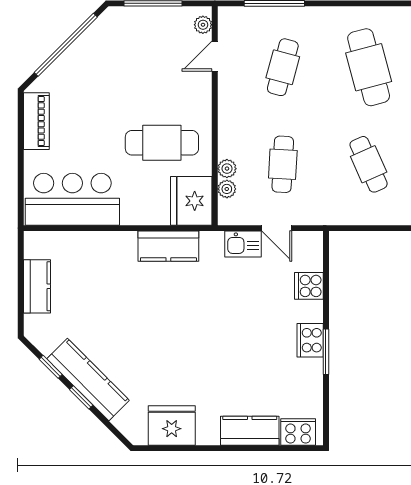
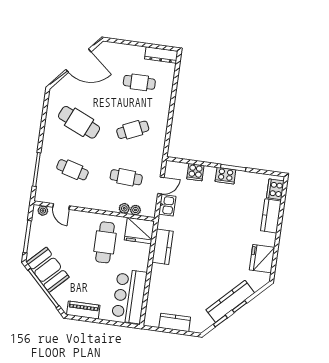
booth: (99, 48) -> (48, 270), added
cafe table: (369, 67) -> (79, 122), turned 39

